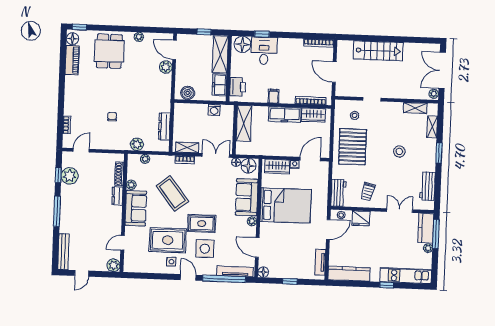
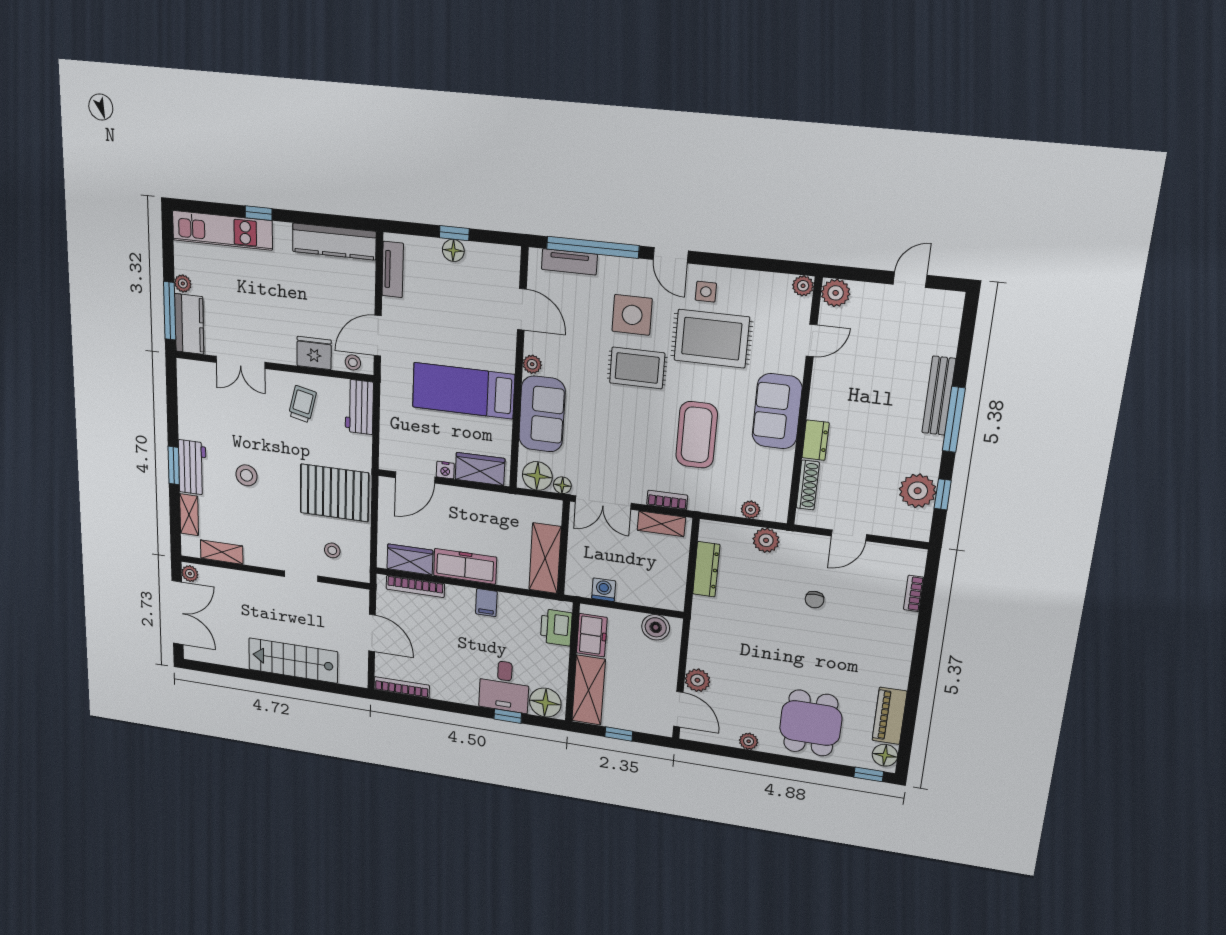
pallet: (353, 147) -> (334, 493), turned 90
door: (81, 150) -> (849, 535), moved
plant: (131, 185) -> (803, 286), moved
workbench: (427, 186) -> (192, 468), moved
coffee table: (172, 194) -> (697, 435), turned 38
bed: (286, 206) -> (463, 391), width x0.67
bench: (63, 252) -> (939, 396), moved
tv unit: (235, 271) -> (569, 262), width x0.71
floor lamp: (263, 272) -> (453, 250), moved

